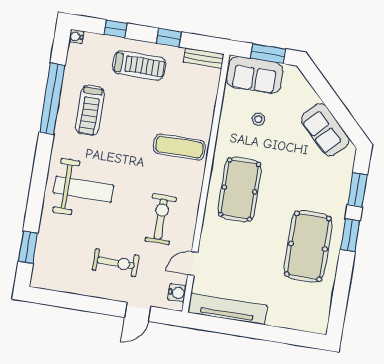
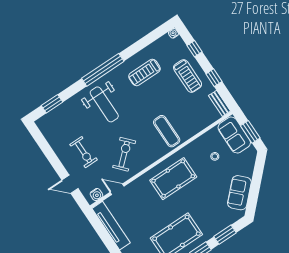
window: (52, 99) -> (103, 70), moved
exercise bike: (161, 219) -> (124, 154), turned -42

